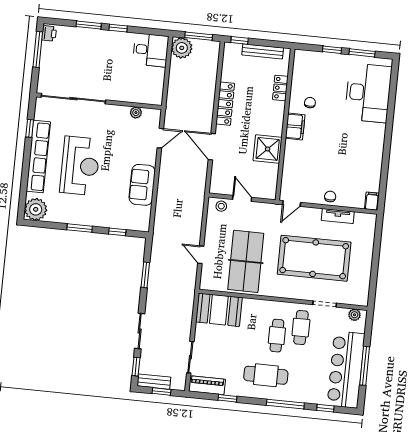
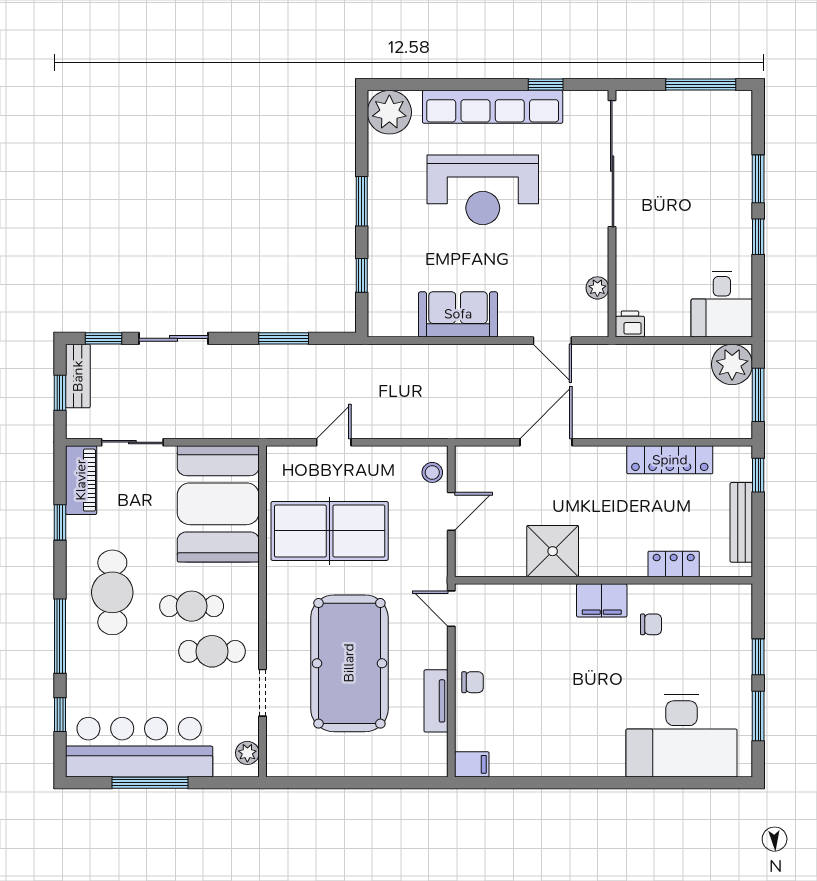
printer: (49, 33) -> (630, 324), moved, turned 180
locker: (225, 104) -> (670, 460), moved
booth: (219, 310) -> (218, 504), width x1.36, depth x1.42

